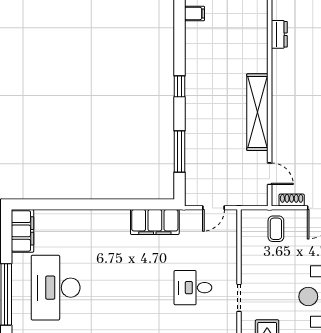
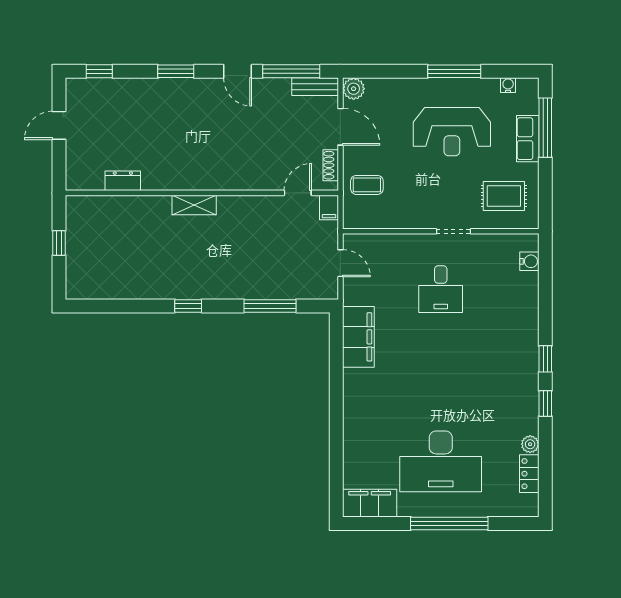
filing cabinet: (195, 13) -> (329, 207), moved, turned 180
shelving: (257, 112) -> (194, 205), width x0.45, depth x0.75

